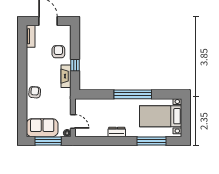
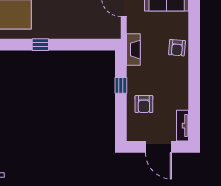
fireplace: (66, 76) -> (133, 50), moved
window: (133, 94) -> (40, 45), width x0.32

